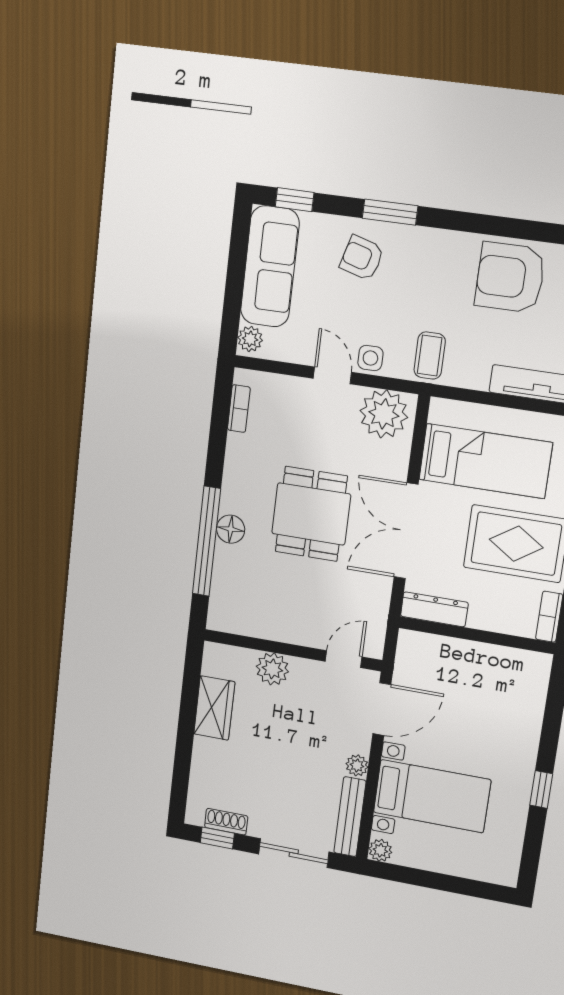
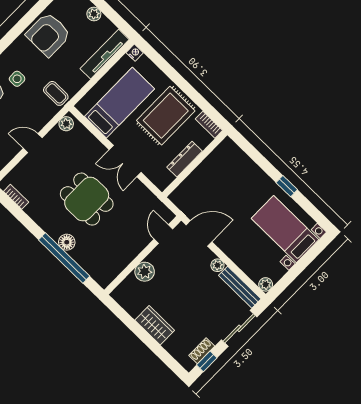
side table: (370, 358) -> (17, 79), moved
plant: (384, 414) -> (66, 124), width x0.53, depth x0.53
double door: (406, 531) -> (125, 161), width x0.73
dresser: (434, 609) -> (185, 159), moved
wardrobe: (214, 708) -> (155, 325), moved
door: (382, 709) -> (199, 233), hinge flipped
bed with nightstands: (432, 796) -> (285, 229), moved, turned -90

